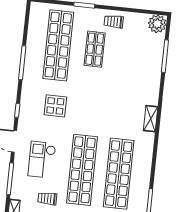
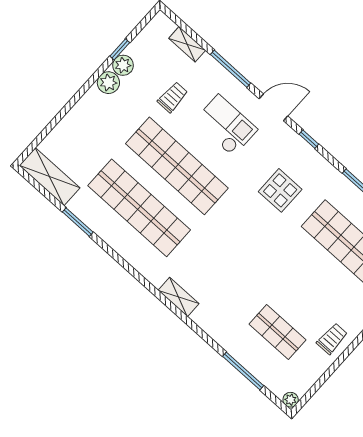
plant: (157, 24) -> (291, 400), width x0.53, depth x0.53
shop shelf: (95, 49) -> (277, 332), moved

